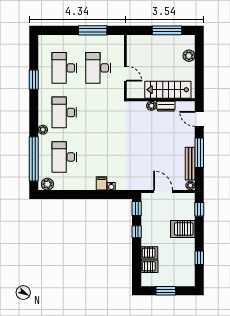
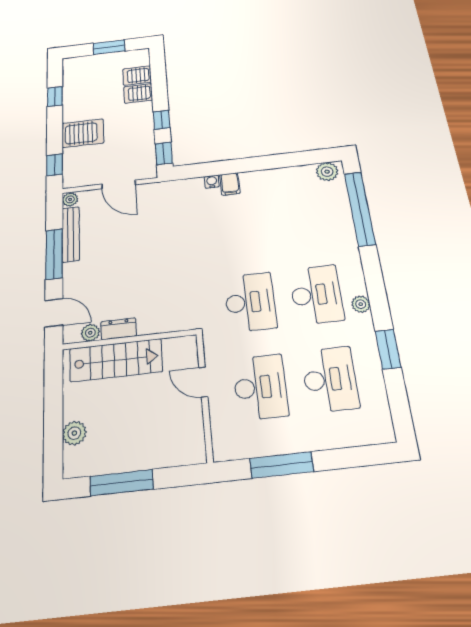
plant: (151, 106) -> (90, 333), moved
plant: (43, 130) -> (361, 304), moved
desk: (64, 157) -> (250, 302), moved

